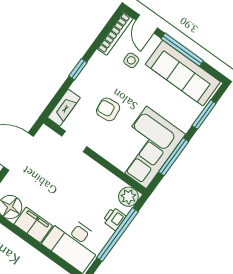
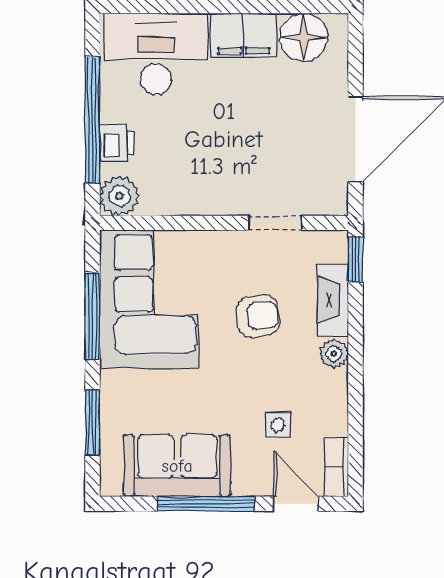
bookcase: (115, 34) -> (336, 467), width x0.64
window: (78, 69) -> (355, 260), moved
plant: (89, 73) -> (334, 354), added
sofa: (183, 73) -> (177, 466), width x0.73
fireplace: (64, 108) -> (333, 300), moved

